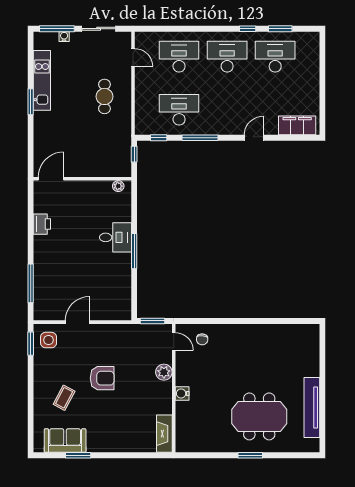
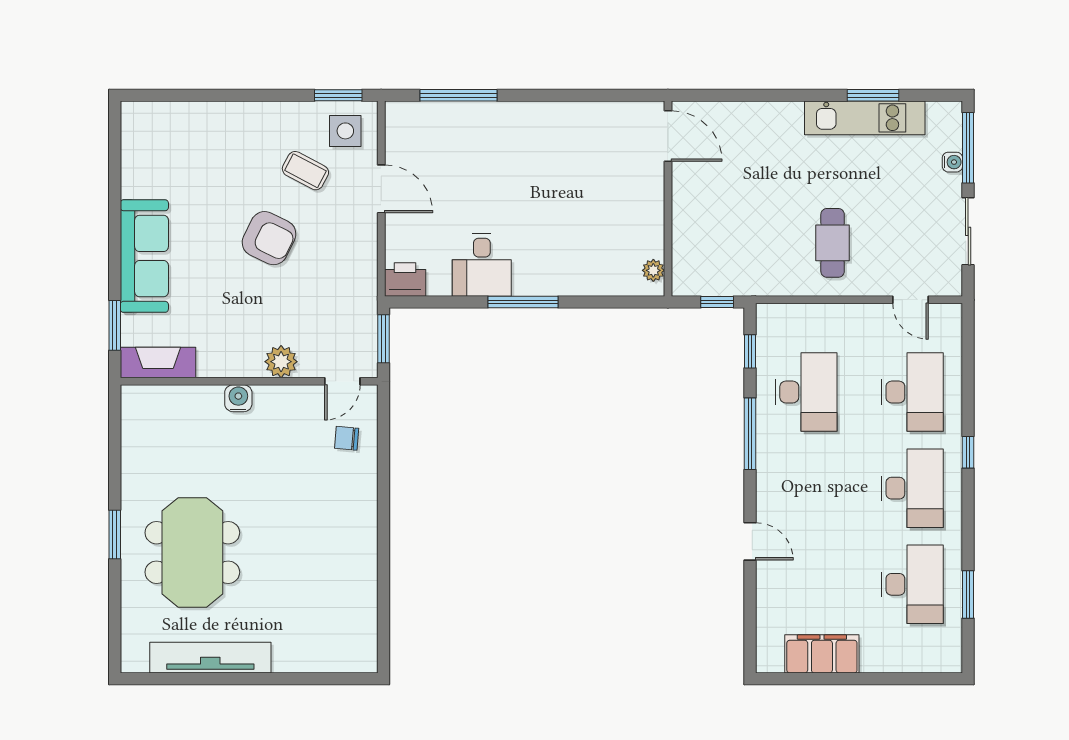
window: (248, 29) -> (968, 452), moved
door: (133, 57) -> (910, 300), hinge flipped
cafe table: (104, 96) -> (833, 243), turned 90
window: (31, 102) -> (873, 95), moved
filing cabinet: (297, 125) -> (822, 654), moved, turned -90
printer: (42, 224) -> (405, 280), moved, turned 180
desk: (115, 237) -> (482, 265), moved
armchair: (102, 378) -> (269, 238), turned -64
coffee table: (64, 398) -> (305, 171), moved
sofa: (65, 441) -> (144, 256), moved, width x1.36
window: (78, 455) -> (115, 325), moved

